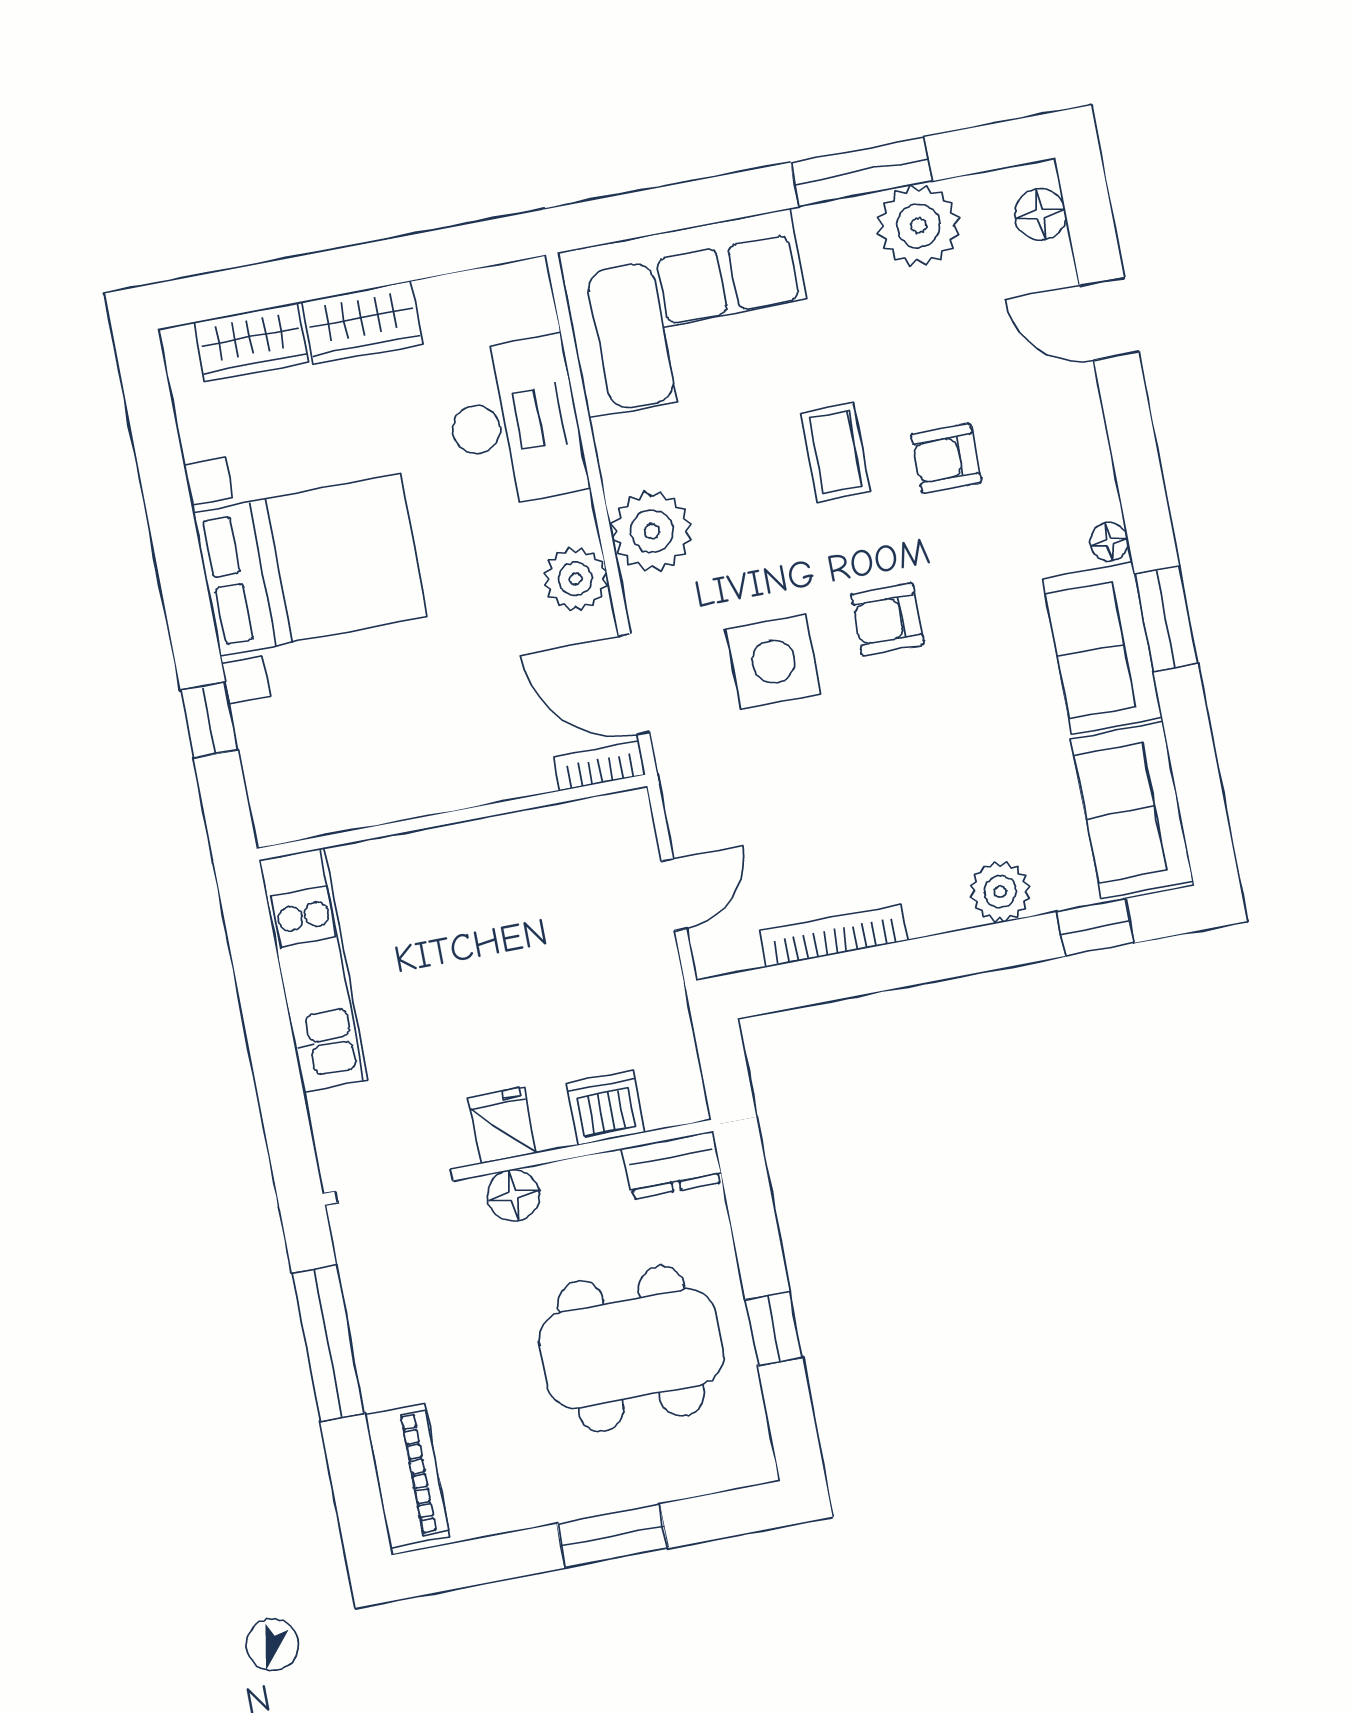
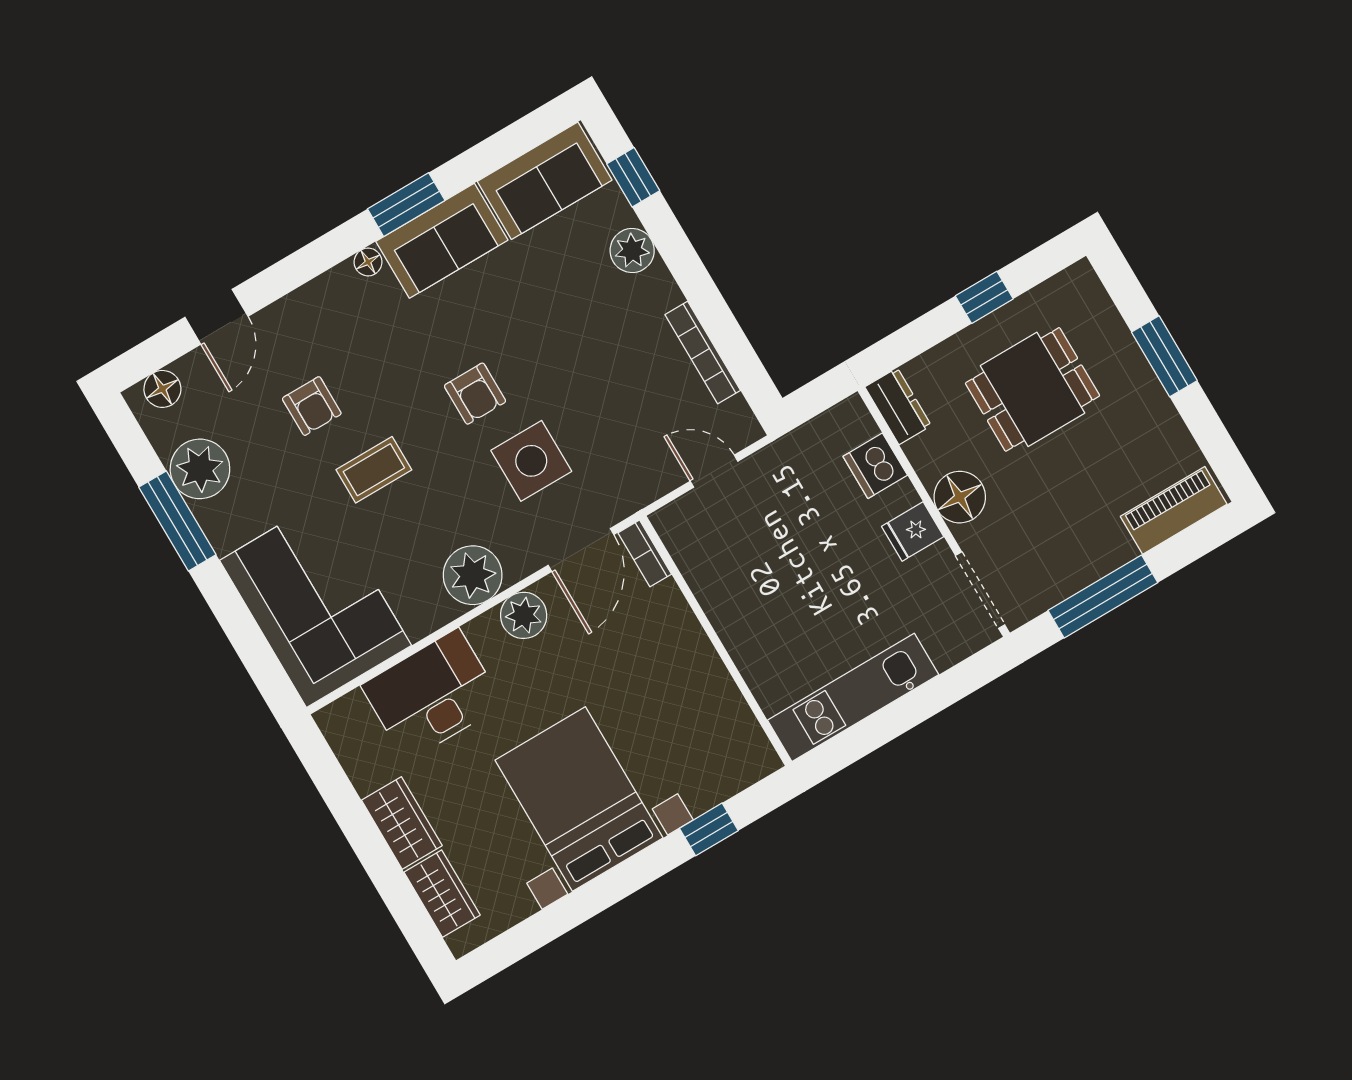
armchair: (946, 459) -> (312, 406), moved
floor lamp: (514, 1195) -> (960, 497), width x1.38, depth x1.38
dining table: (631, 1348) -> (1033, 389), width x0.73

